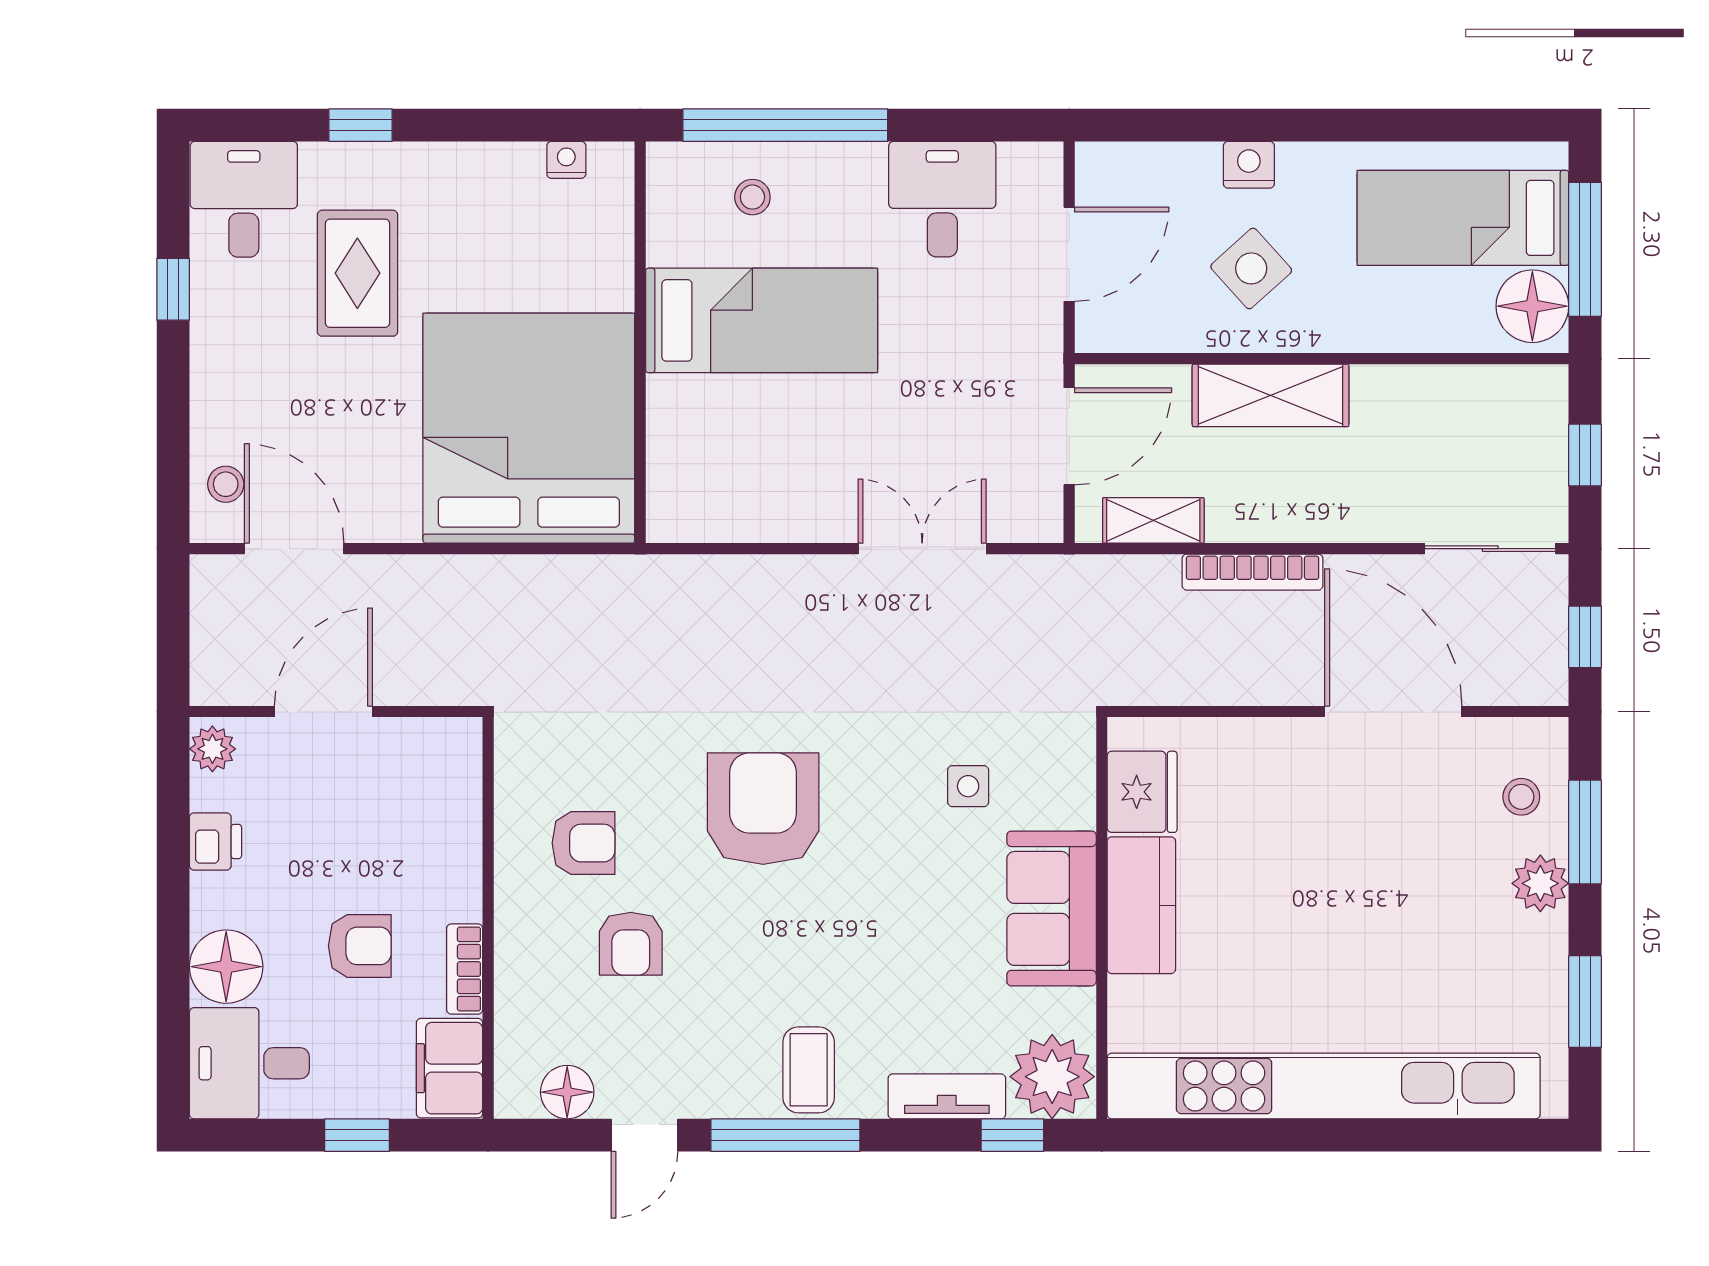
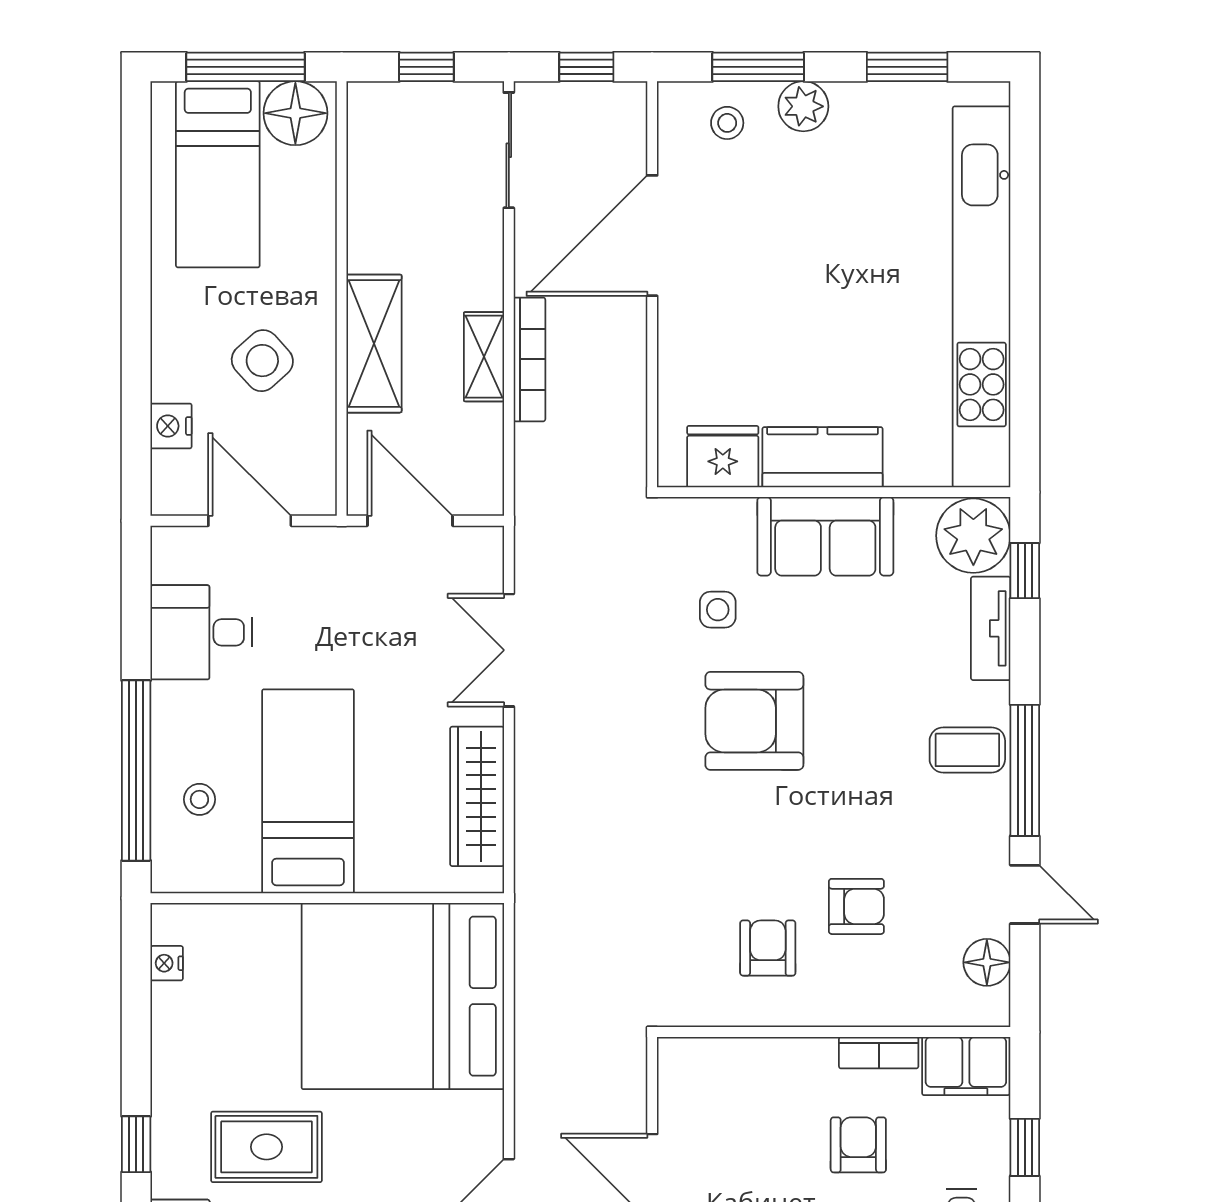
nightstand: (1249, 165) -> (171, 426), moved
wardrobe: (756, 513) -> (477, 796), added
shelving: (1153, 520) -> (484, 357), moved
armchair: (763, 809) -> (754, 721), moved

